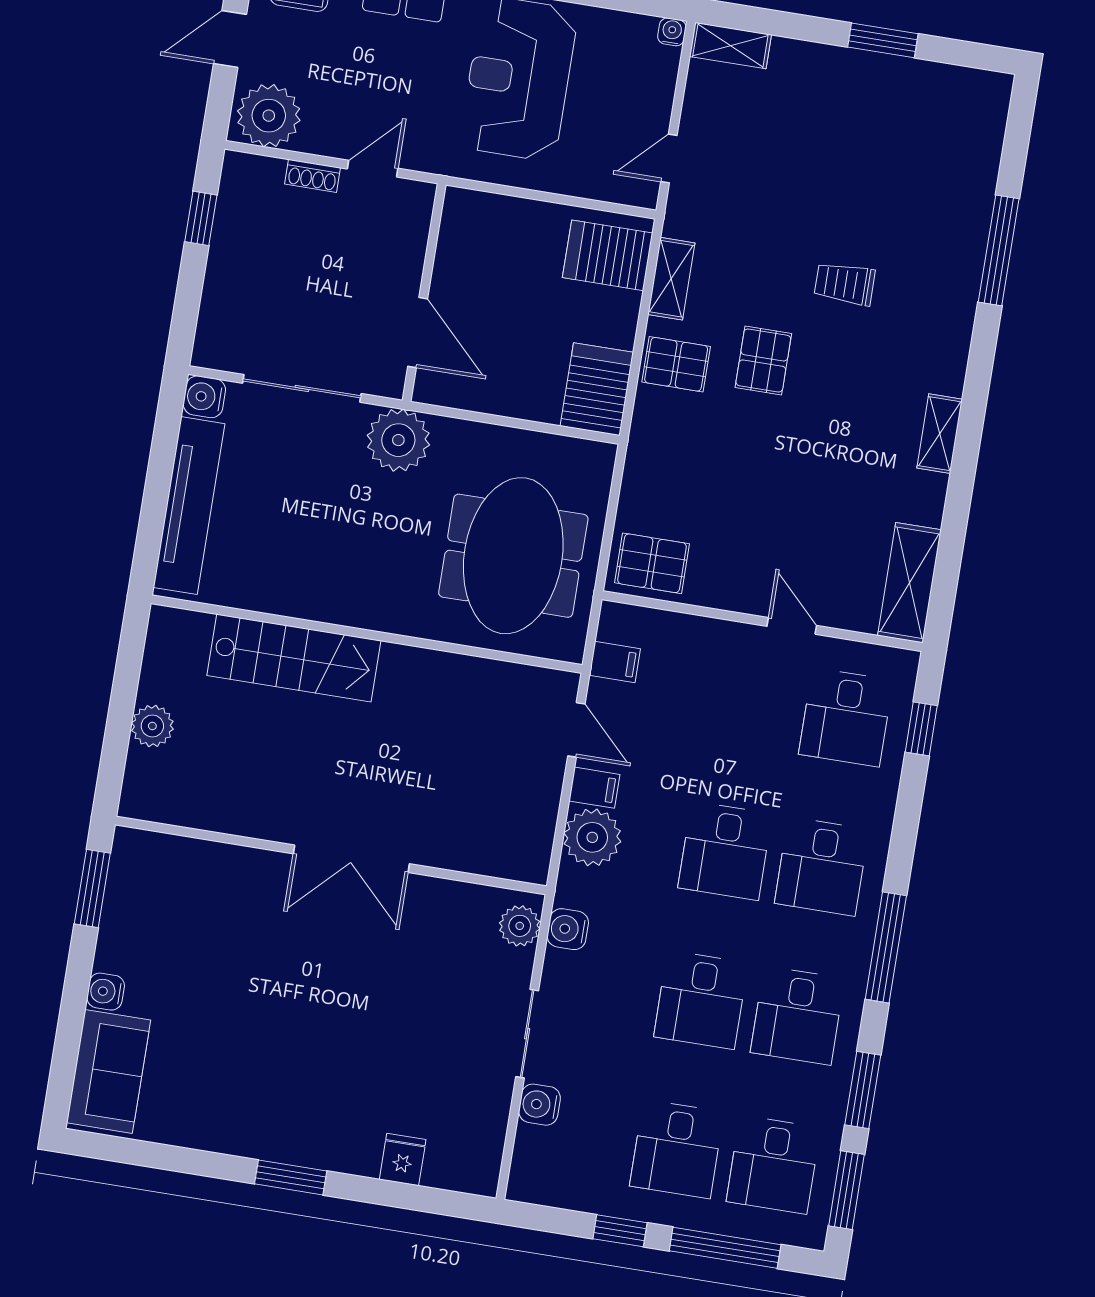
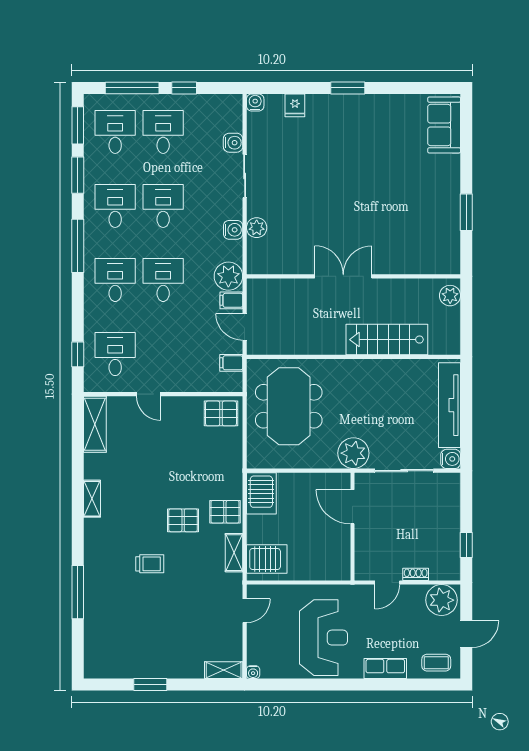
pallet: (763, 360) -> (183, 520), turned 90
wall: (331, 855) -> (353, 276), moved
double door: (351, 859) -> (343, 276), moved
water cooler: (106, 992) -> (255, 102), moved, turned -90

